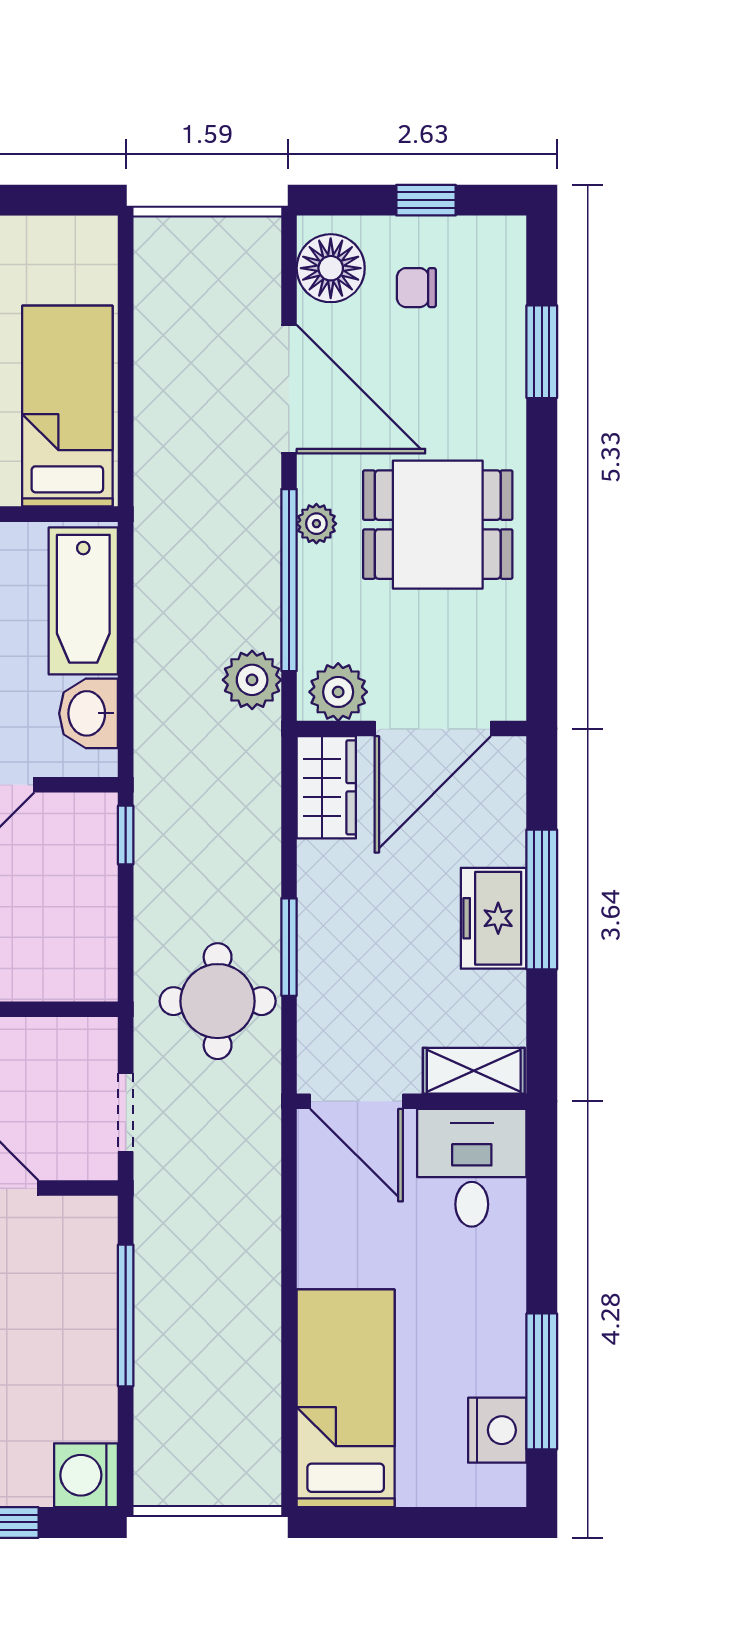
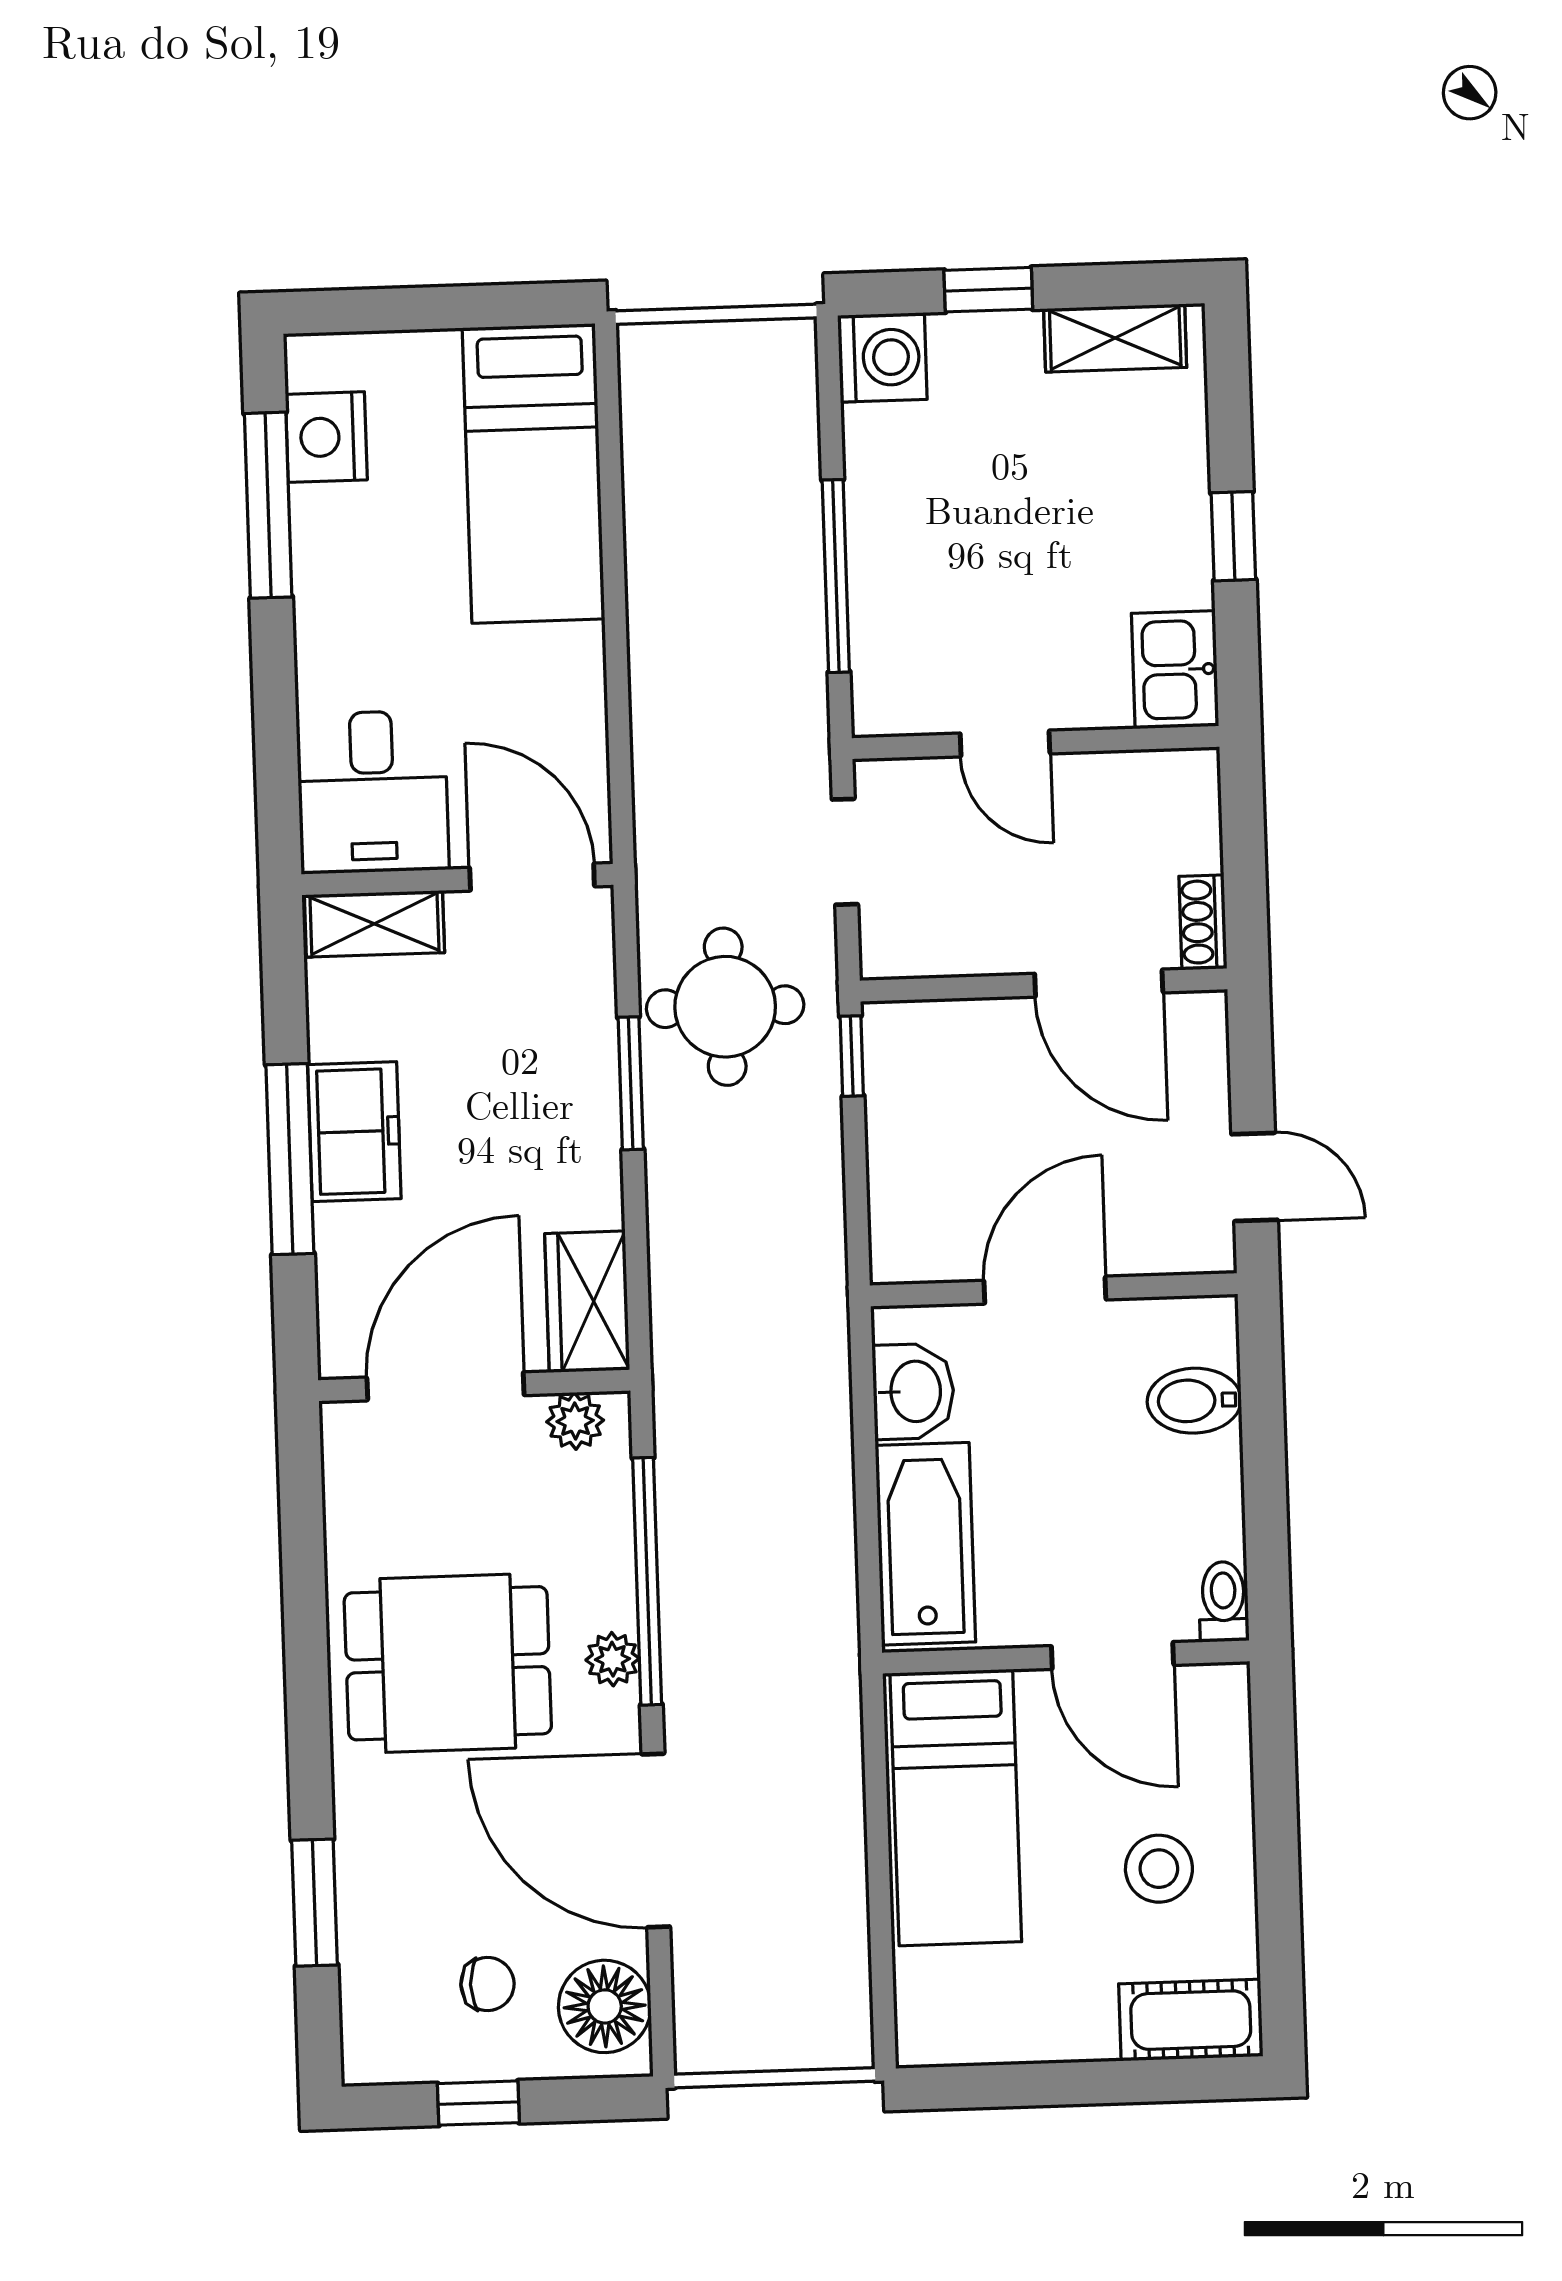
plant: (252, 680) -> (693, 1444), removed
plant: (338, 692) -> (575, 1421), width x0.73, depth x0.73
window: (126, 835) -> (852, 1056), moved

